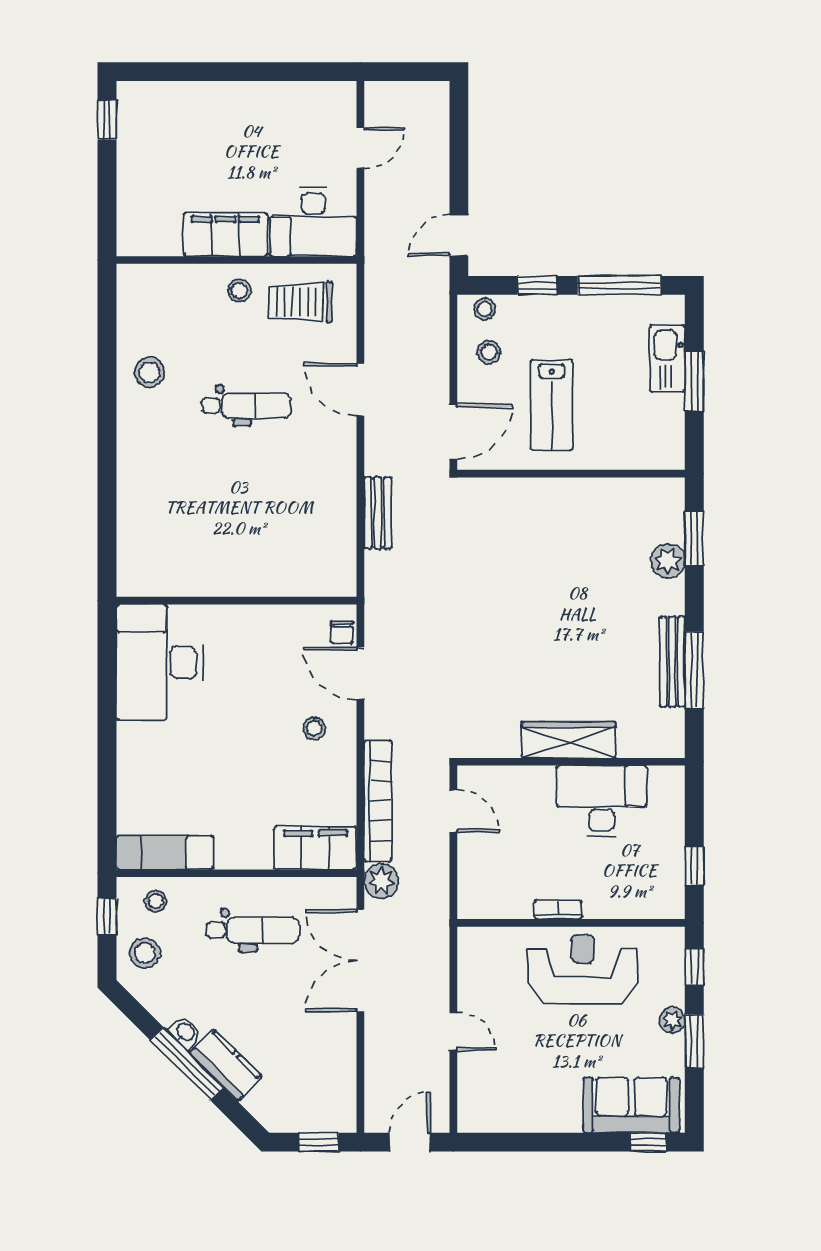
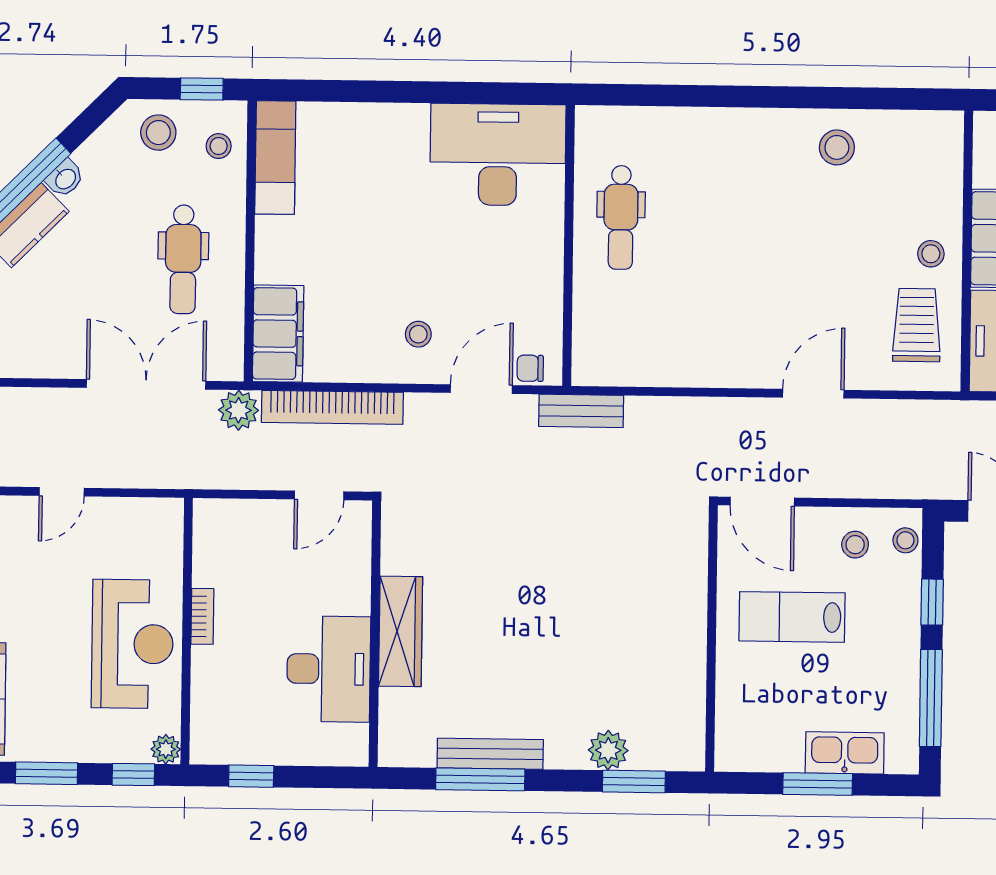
dental chair: (246, 406) -> (621, 217), moved
bench: (378, 513) -> (581, 411), moved
plant: (672, 1020) -> (166, 749), moved

